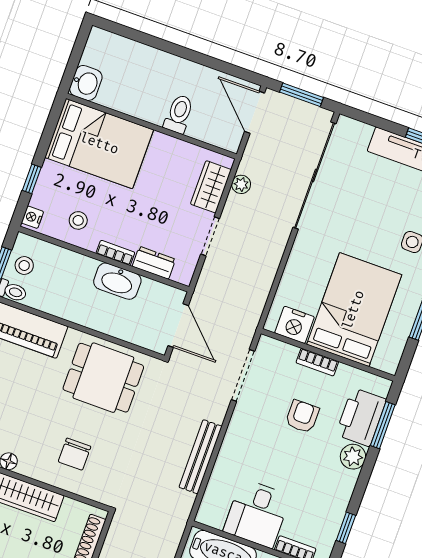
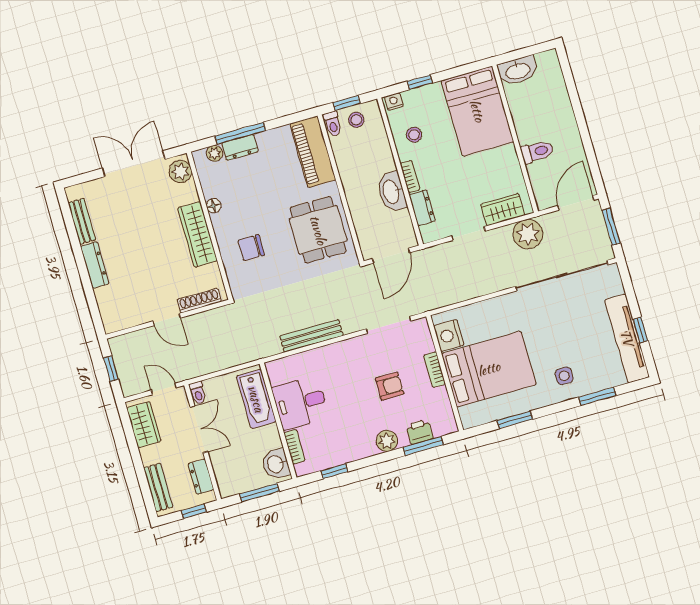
washbasin: (86, 83) -> (518, 71), width x1.38
plant: (241, 184) -> (528, 234), width x1.88, depth x1.88
printer: (361, 417) -> (419, 432), width x0.53, depth x0.68

